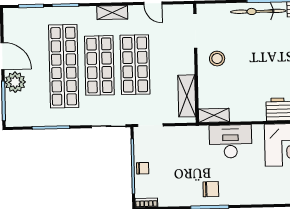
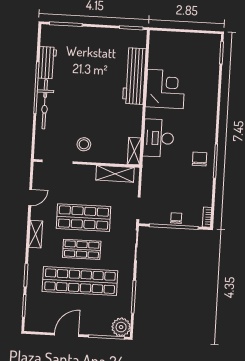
shop shelf: (99, 65) -> (82, 249), width x0.70, depth x0.74
plant: (15, 82) -> (121, 327), moved

